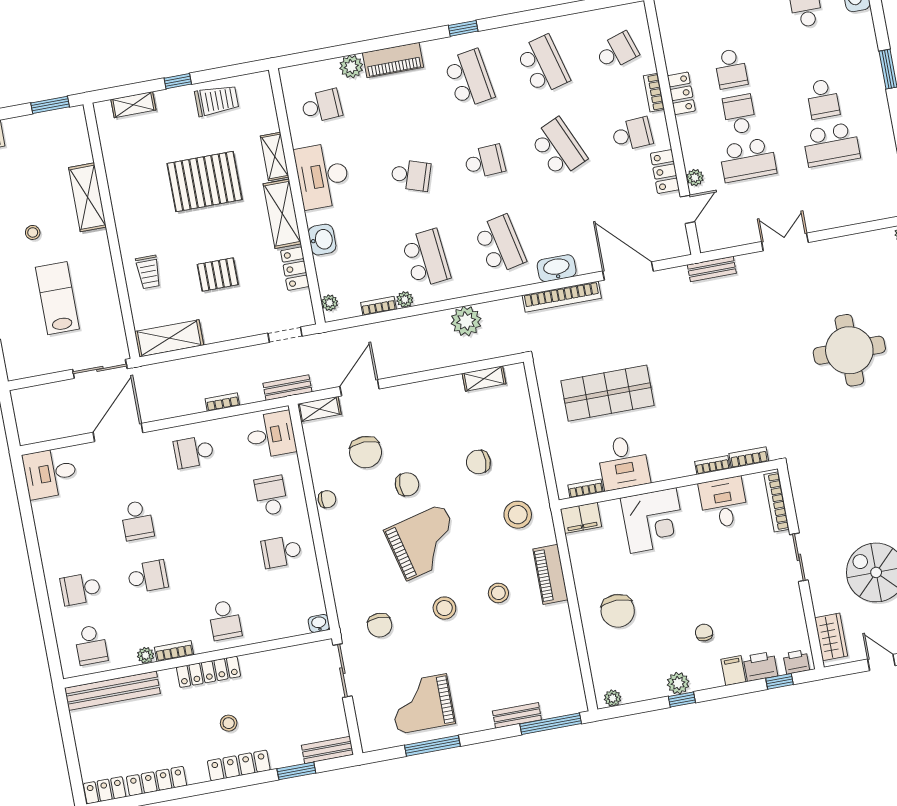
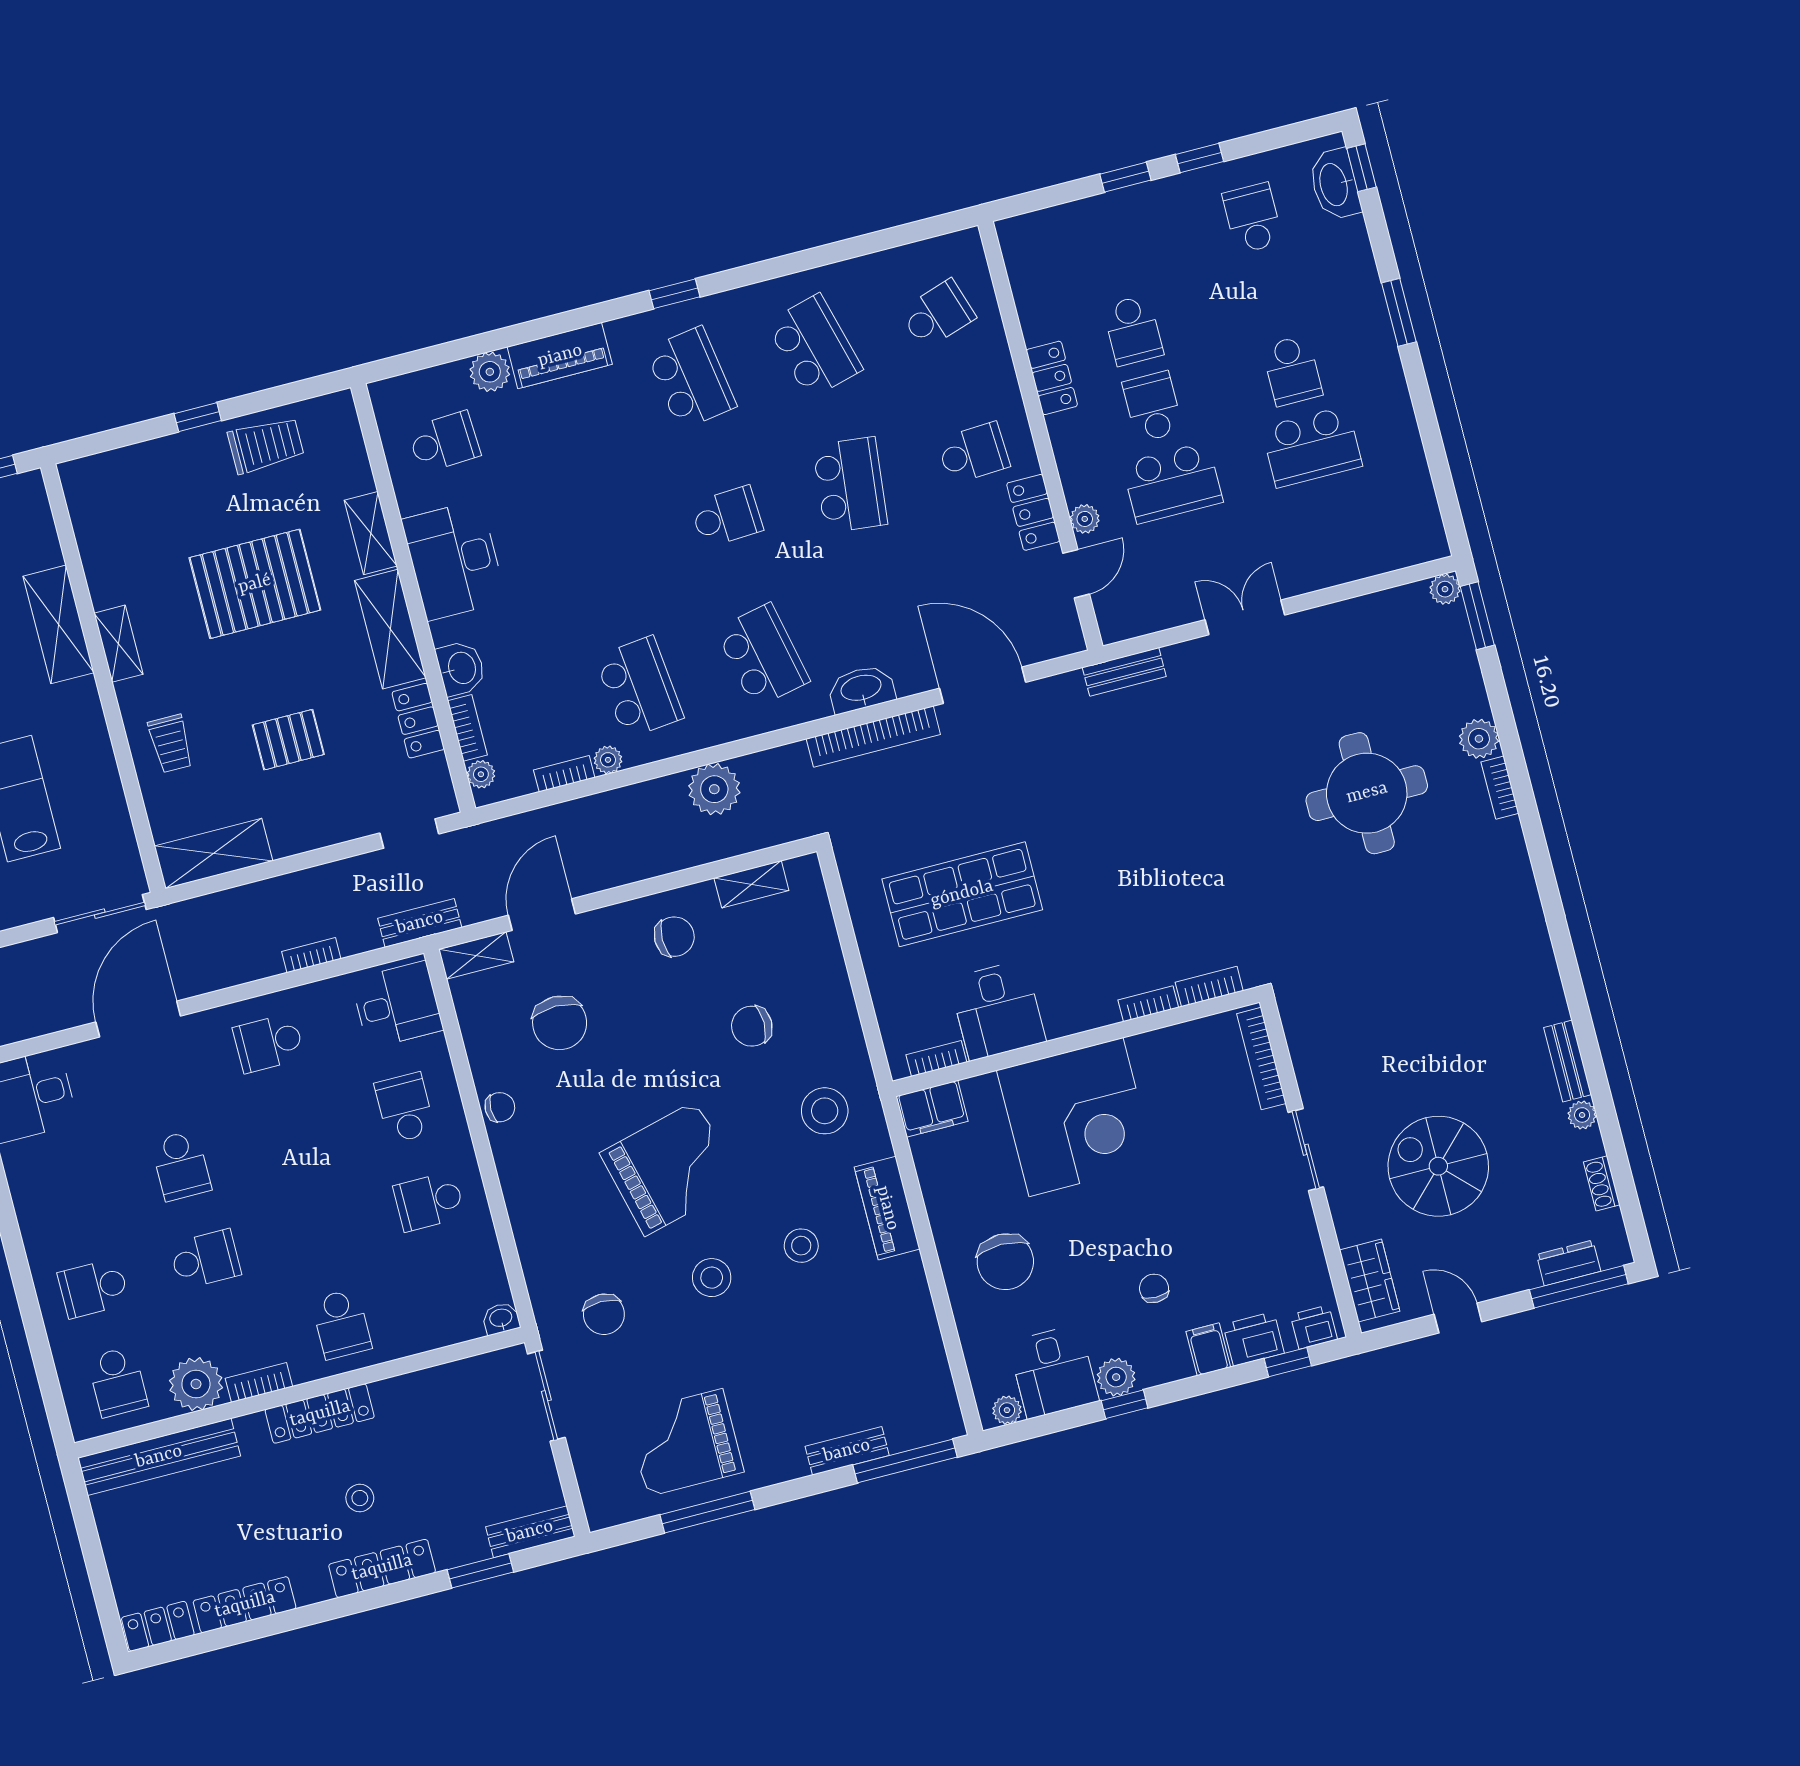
bookcase: (654, 93) -> (467, 728), moved, turned 180
shelving: (133, 105) -> (119, 644), moved, turned 90
school desk: (558, 148) -> (850, 485), turned 30
school desk: (411, 175) -> (603, 549), removed
chair: (407, 484) -> (674, 937), moved
desk: (724, 503) -> (1053, 1372), moved, turned 180
corner desk: (653, 521) -> (1076, 1117), width x1.36, depth x1.36
plant: (146, 655) -> (196, 1384), width x1.88, depth x1.88

